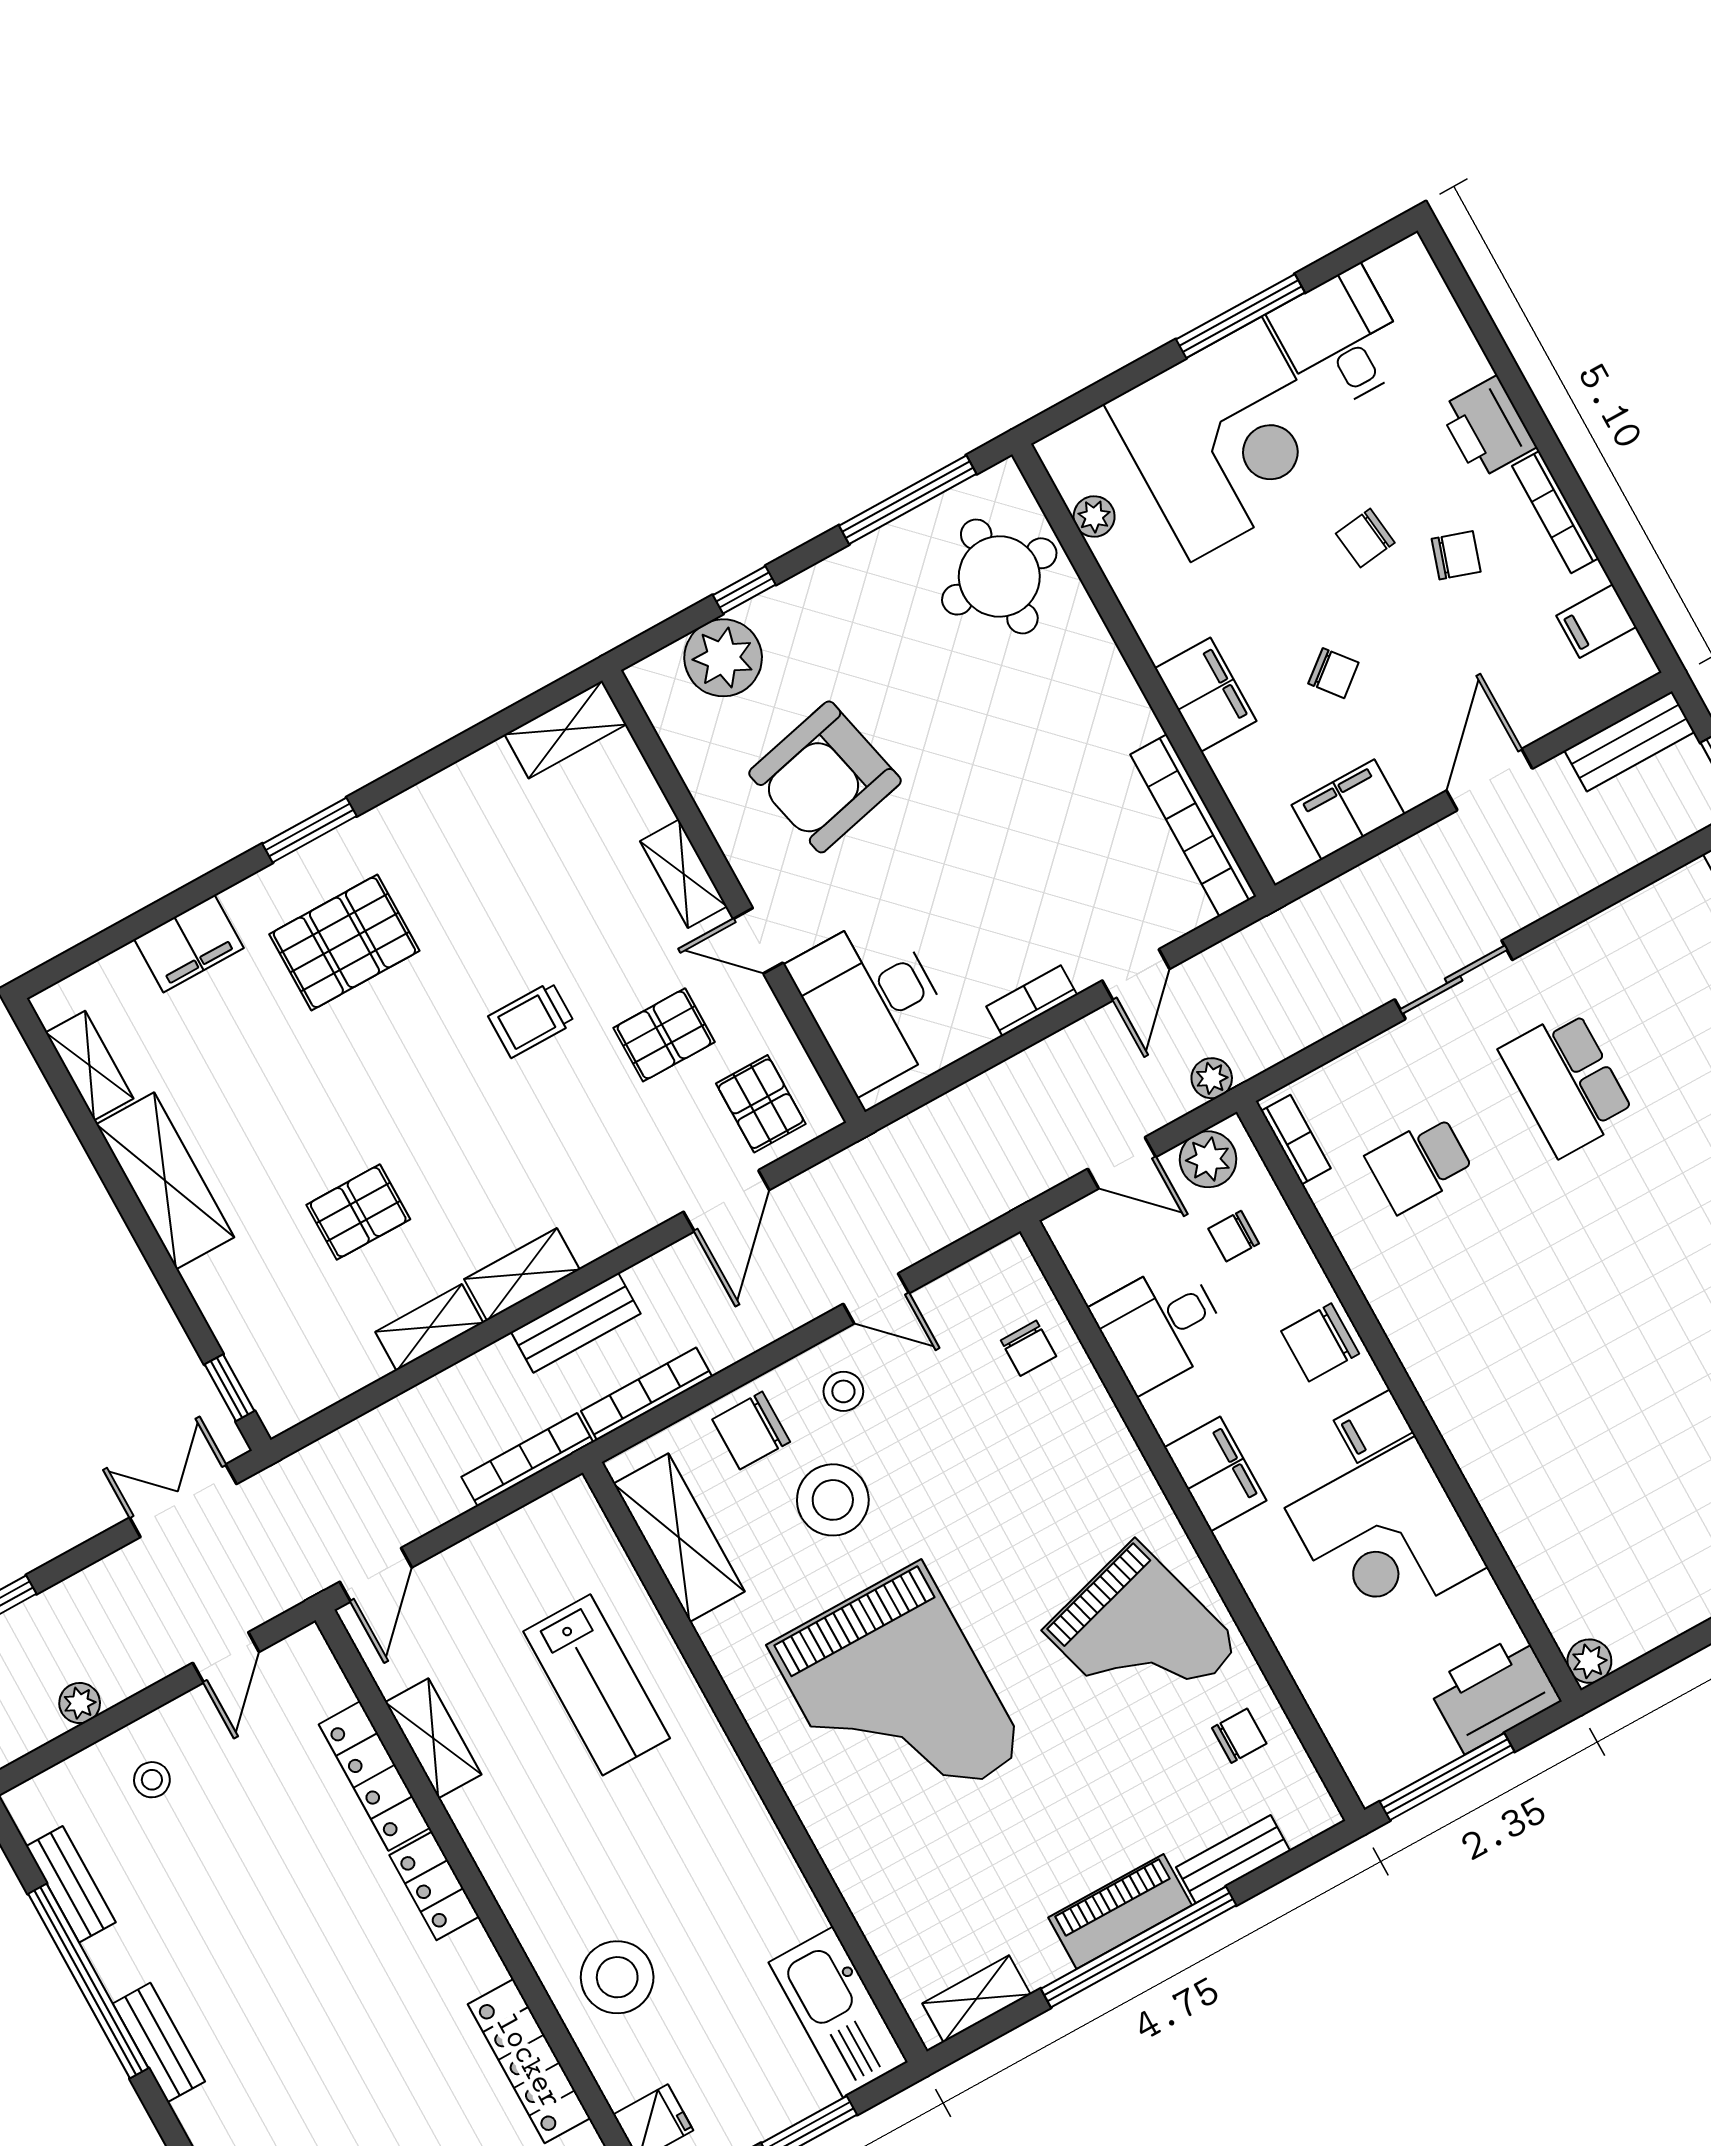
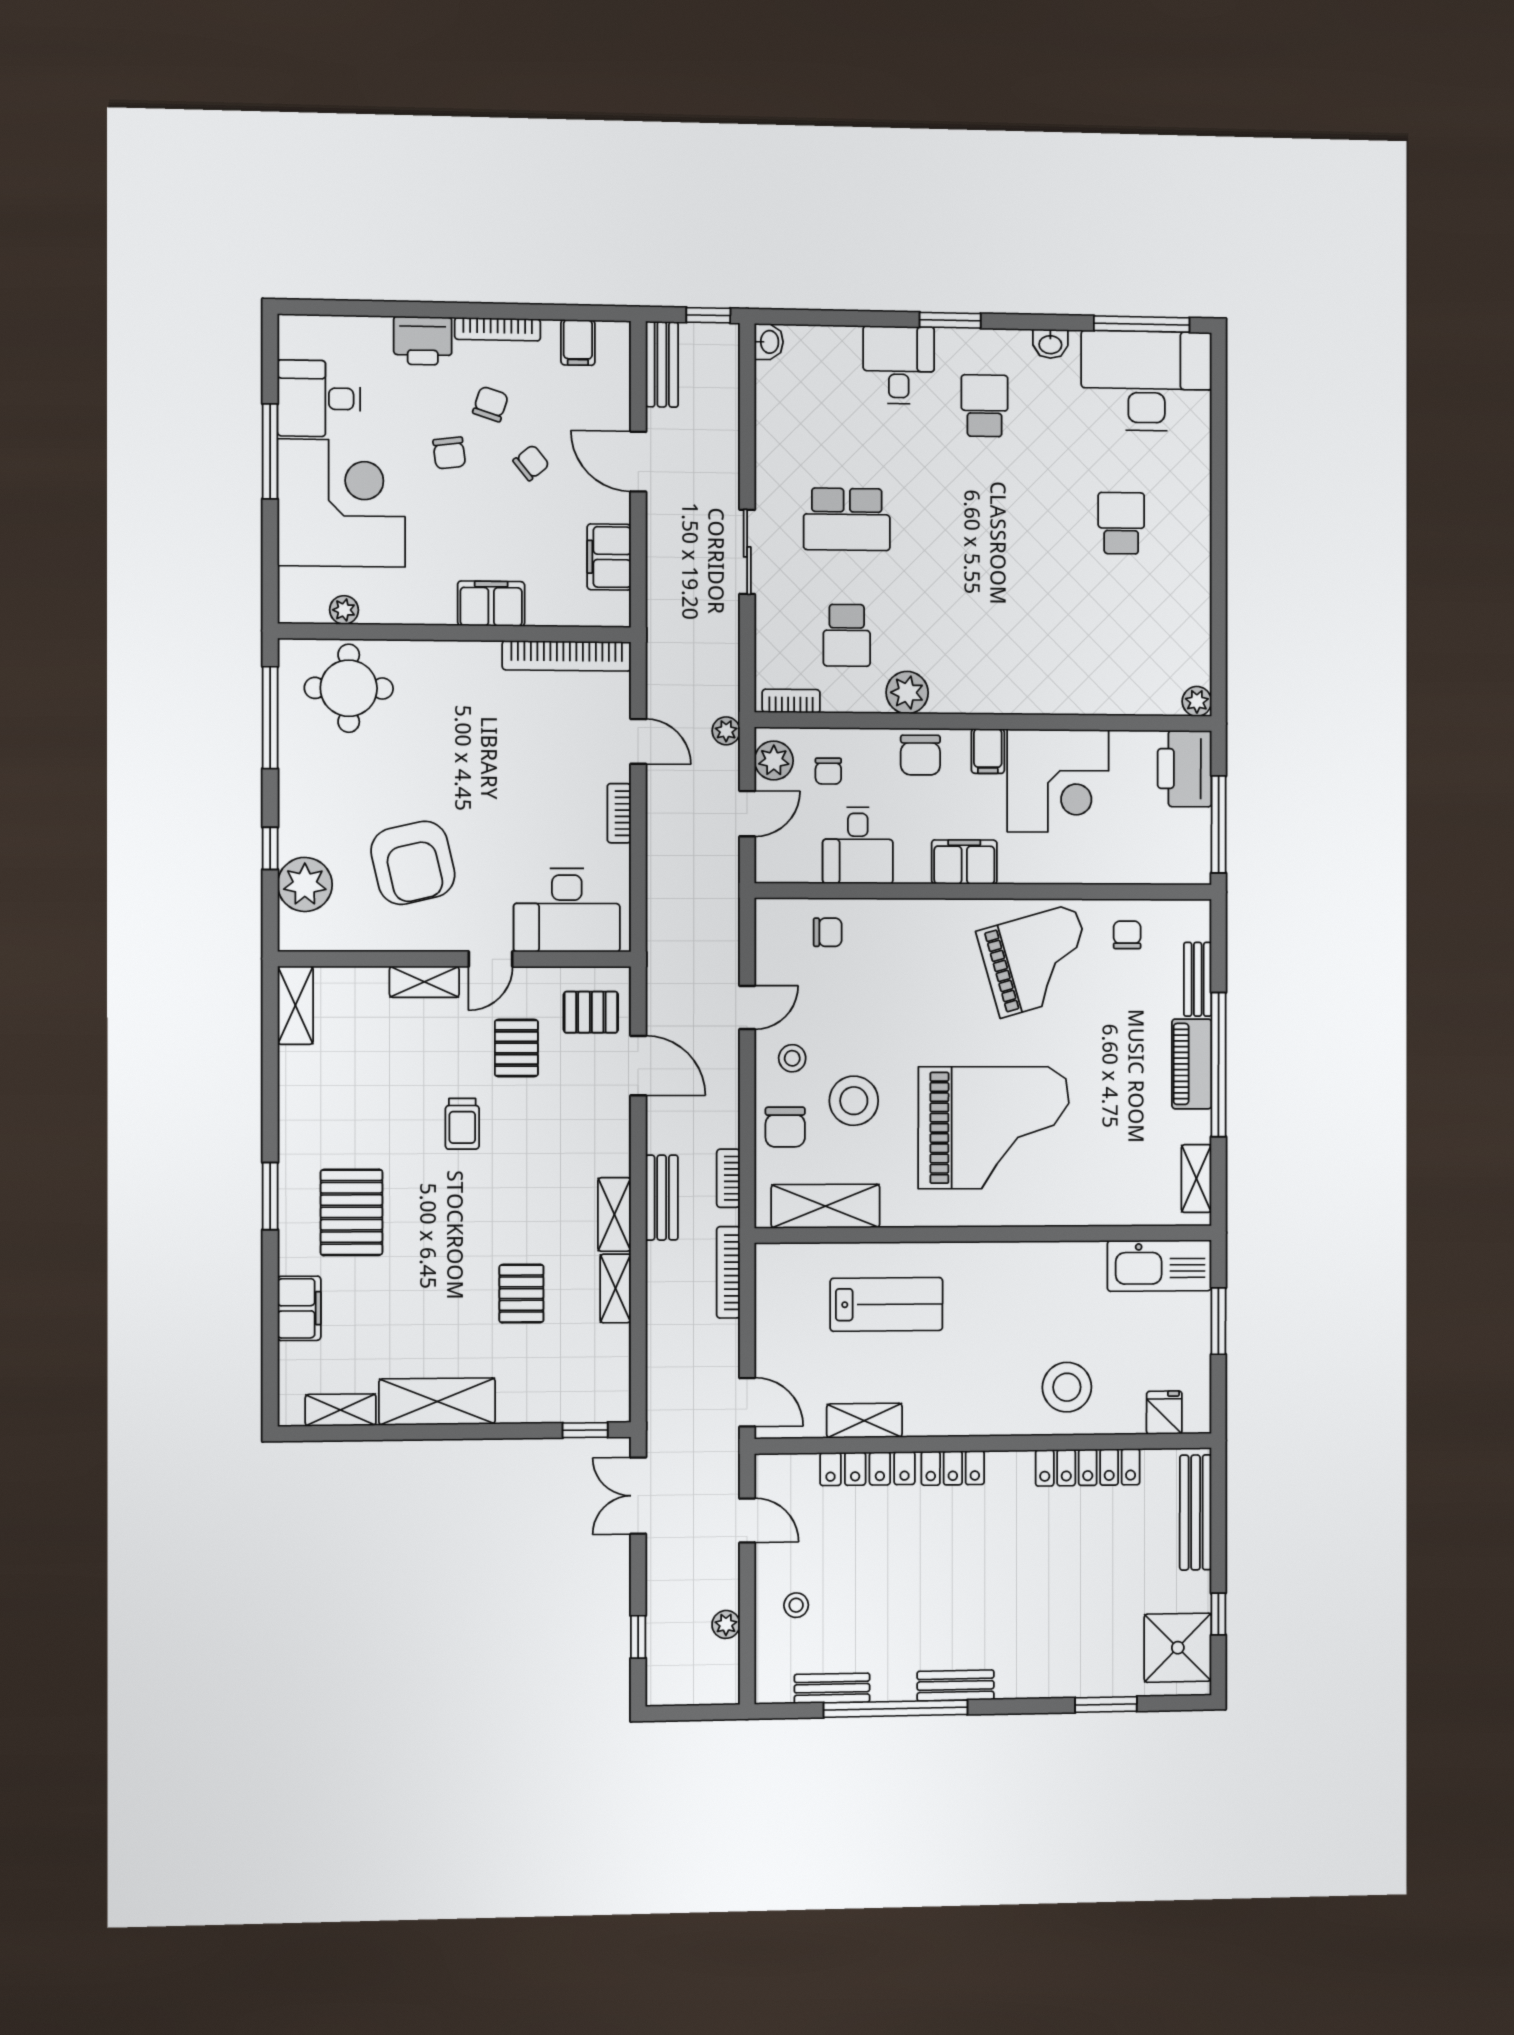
chair: (1333, 673) -> (531, 463), moved
plant: (1390, 1282) -> (907, 693), added
bookcase: (647, 1394) -> (728, 1178), width x0.64

